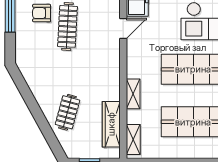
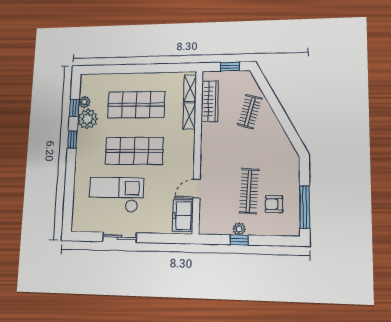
armchair: (42, 13) -> (274, 204), turned 180
shelving: (133, 94) -> (189, 116), moved

